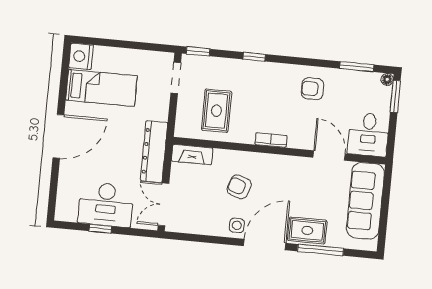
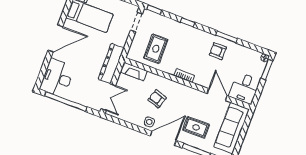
window: (357, 67) -> (227, 37), moved
desk: (106, 205) -> (57, 78), moved, turned 90
double door: (164, 205) -> (108, 97), swing flipped
window: (100, 229) -> (66, 101), width x3.17
rug: (307, 230) -> (196, 127), moved

